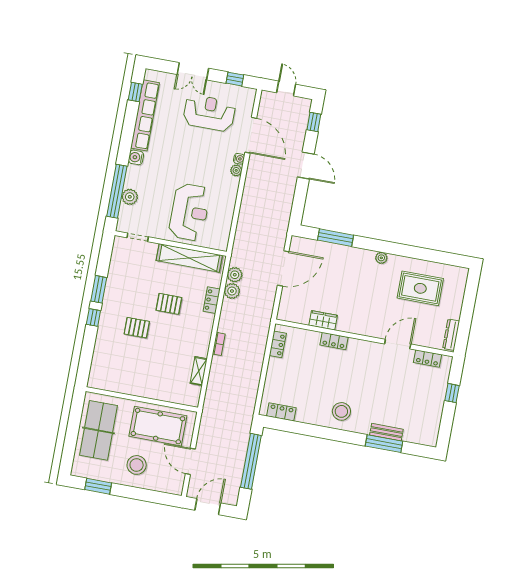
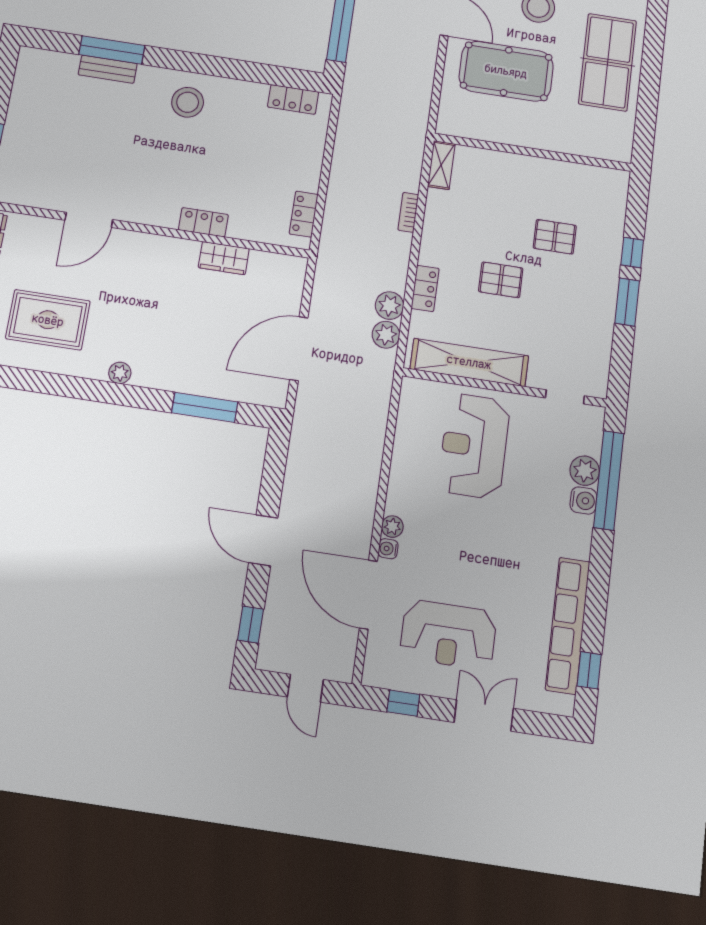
water cooler: (136, 157) -> (583, 501), moved
locker: (428, 358) -> (35, 196), removed
wall: (142, 399) -> (533, 152), moved

